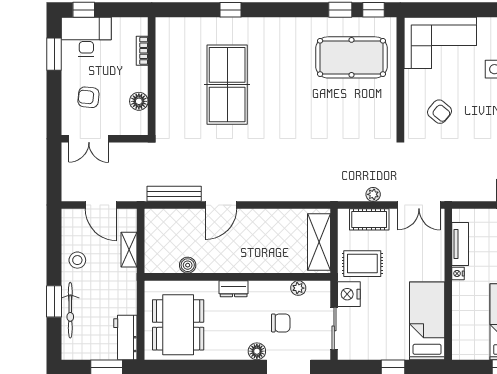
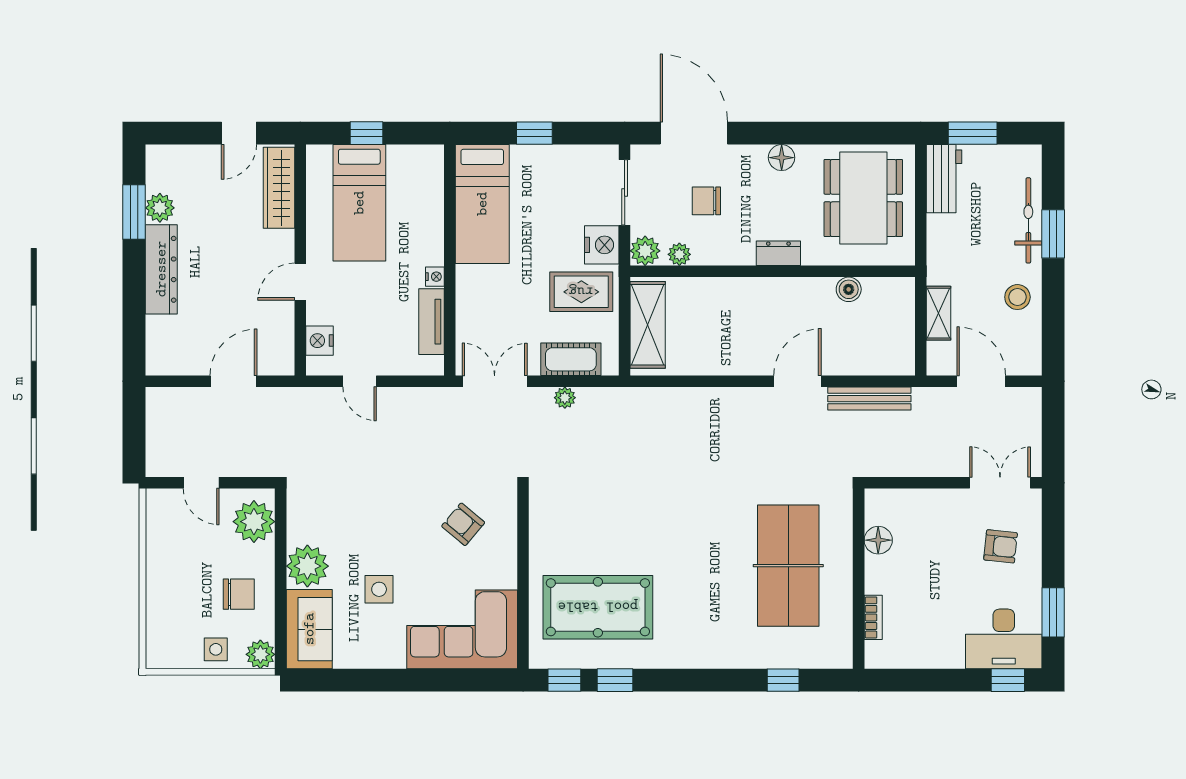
bookcase: (142, 51) -> (873, 617), moved
wall: (152, 76) -> (859, 579), moved
floor lamp: (139, 101) -> (878, 540), moved
plant: (321, 290) -> (645, 251), added
floor lamp: (257, 351) -> (782, 158), moved

